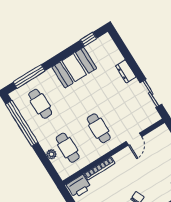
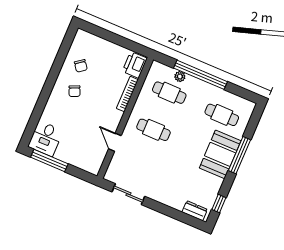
booth: (74, 68) -> (220, 154), moved
dresser: (126, 71) -> (195, 211), moved
window: (29, 76) -> (239, 155), moved
window: (22, 123) -> (200, 75), moved

